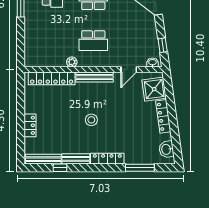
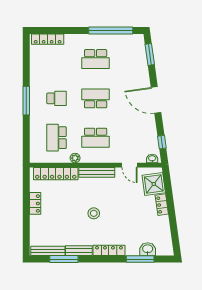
school desk: (52, 41) -> (57, 138), added
door: (129, 69) -> (130, 165), hinge flipped
locker: (163, 116) -> (162, 205), width x0.66
locker: (30, 125) -> (35, 203), moved
washbasin: (166, 149) -> (148, 249), moved, turned 98
window: (60, 168) -> (64, 259), width x2.17

